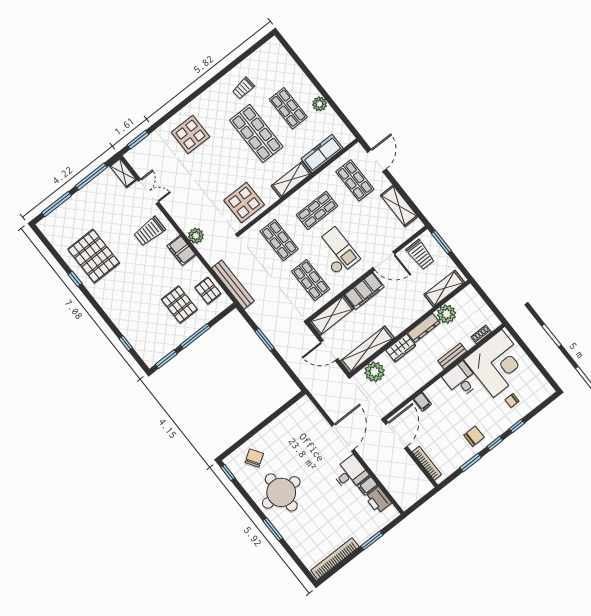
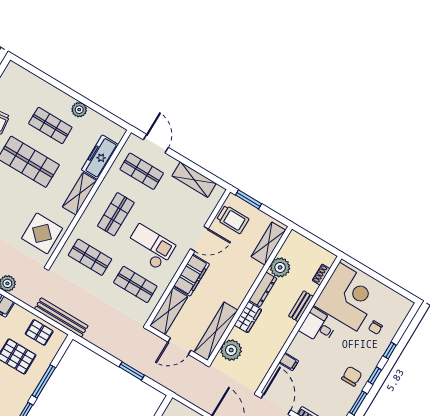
window: (265, 340) -> (132, 371), moved

